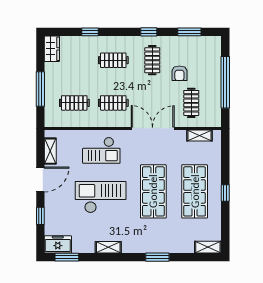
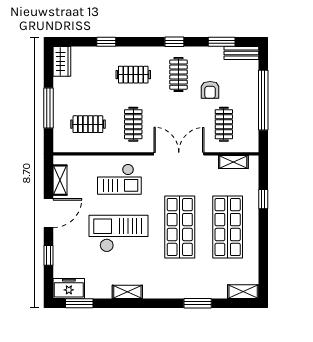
bench: (206, 42) -> (241, 53), added
clothes rail: (113, 103) -> (133, 124), turned 90
window: (225, 193) -> (263, 199), moved
window: (157, 257) -> (198, 303), moved

